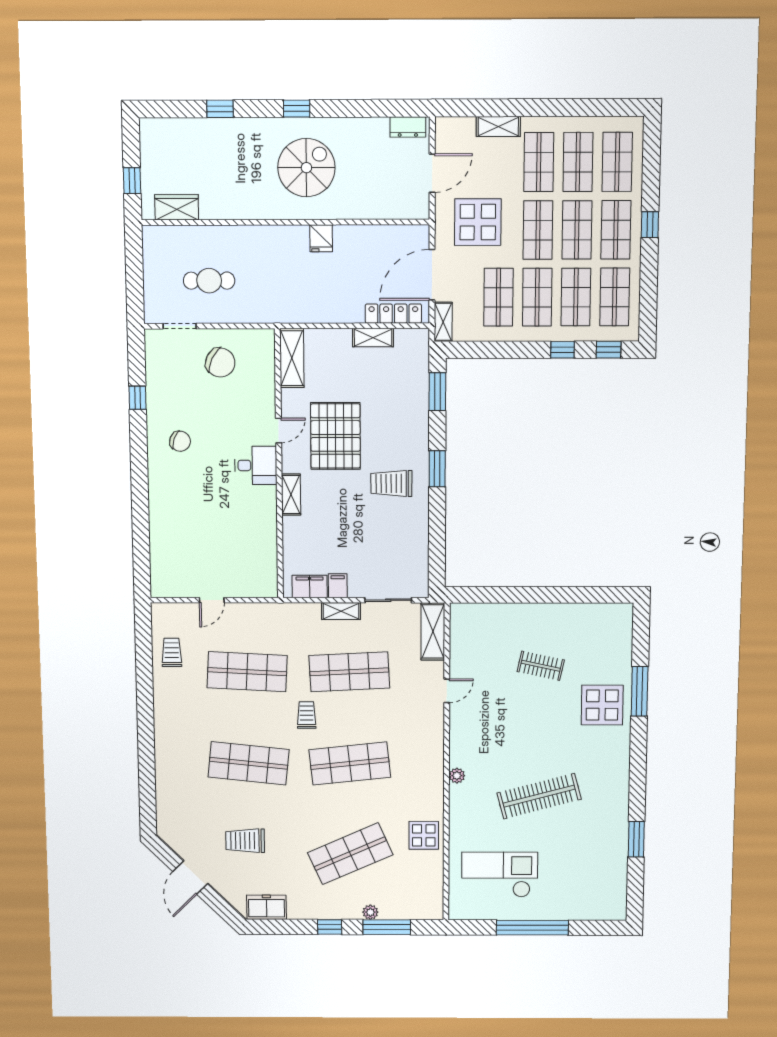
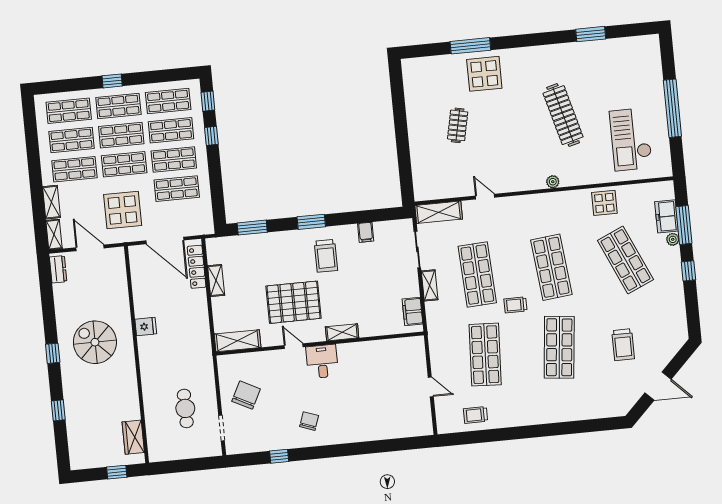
shelving: (443, 322) -> (54, 235), moved, turned 90
filing cabinet: (338, 586) -> (366, 232), moved, turned -90
freezer: (266, 907) -> (666, 216), moved

